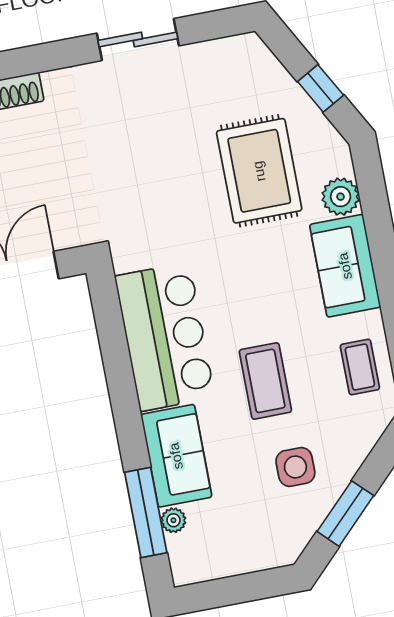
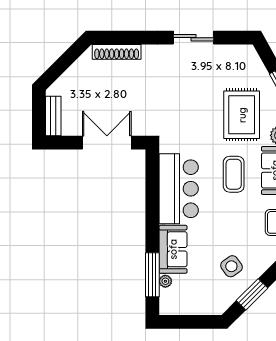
coffee table: (265, 381) -> (234, 174), moved
side table: (295, 467) -> (231, 266), turned -36

